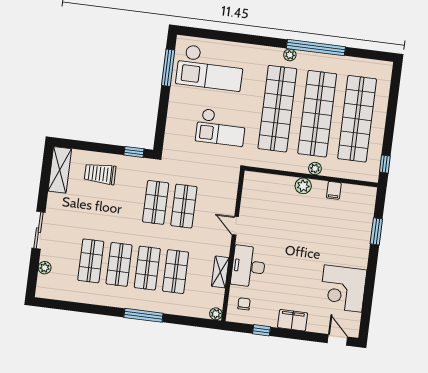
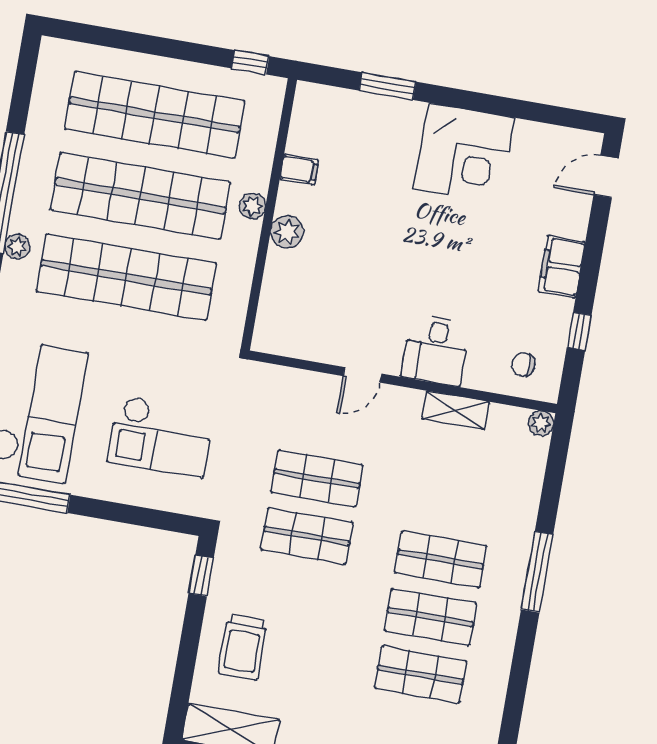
checkout: (221, 127) -> (161, 436), moved, turned 90
desk: (248, 266) -> (436, 350), width x0.73
shop shelf: (176, 272) -> (451, 502), removed
corner desk: (343, 289) -> (464, 153), moved

